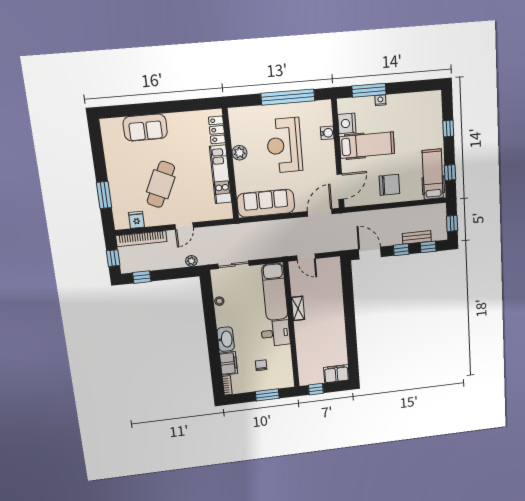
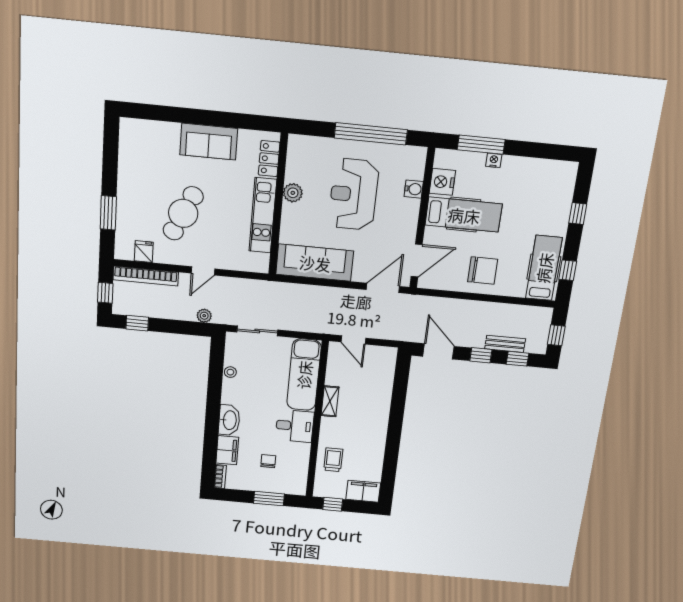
sofa: (145, 128) -> (209, 142), moved
trolley: (309, 354) -> (333, 460), added

